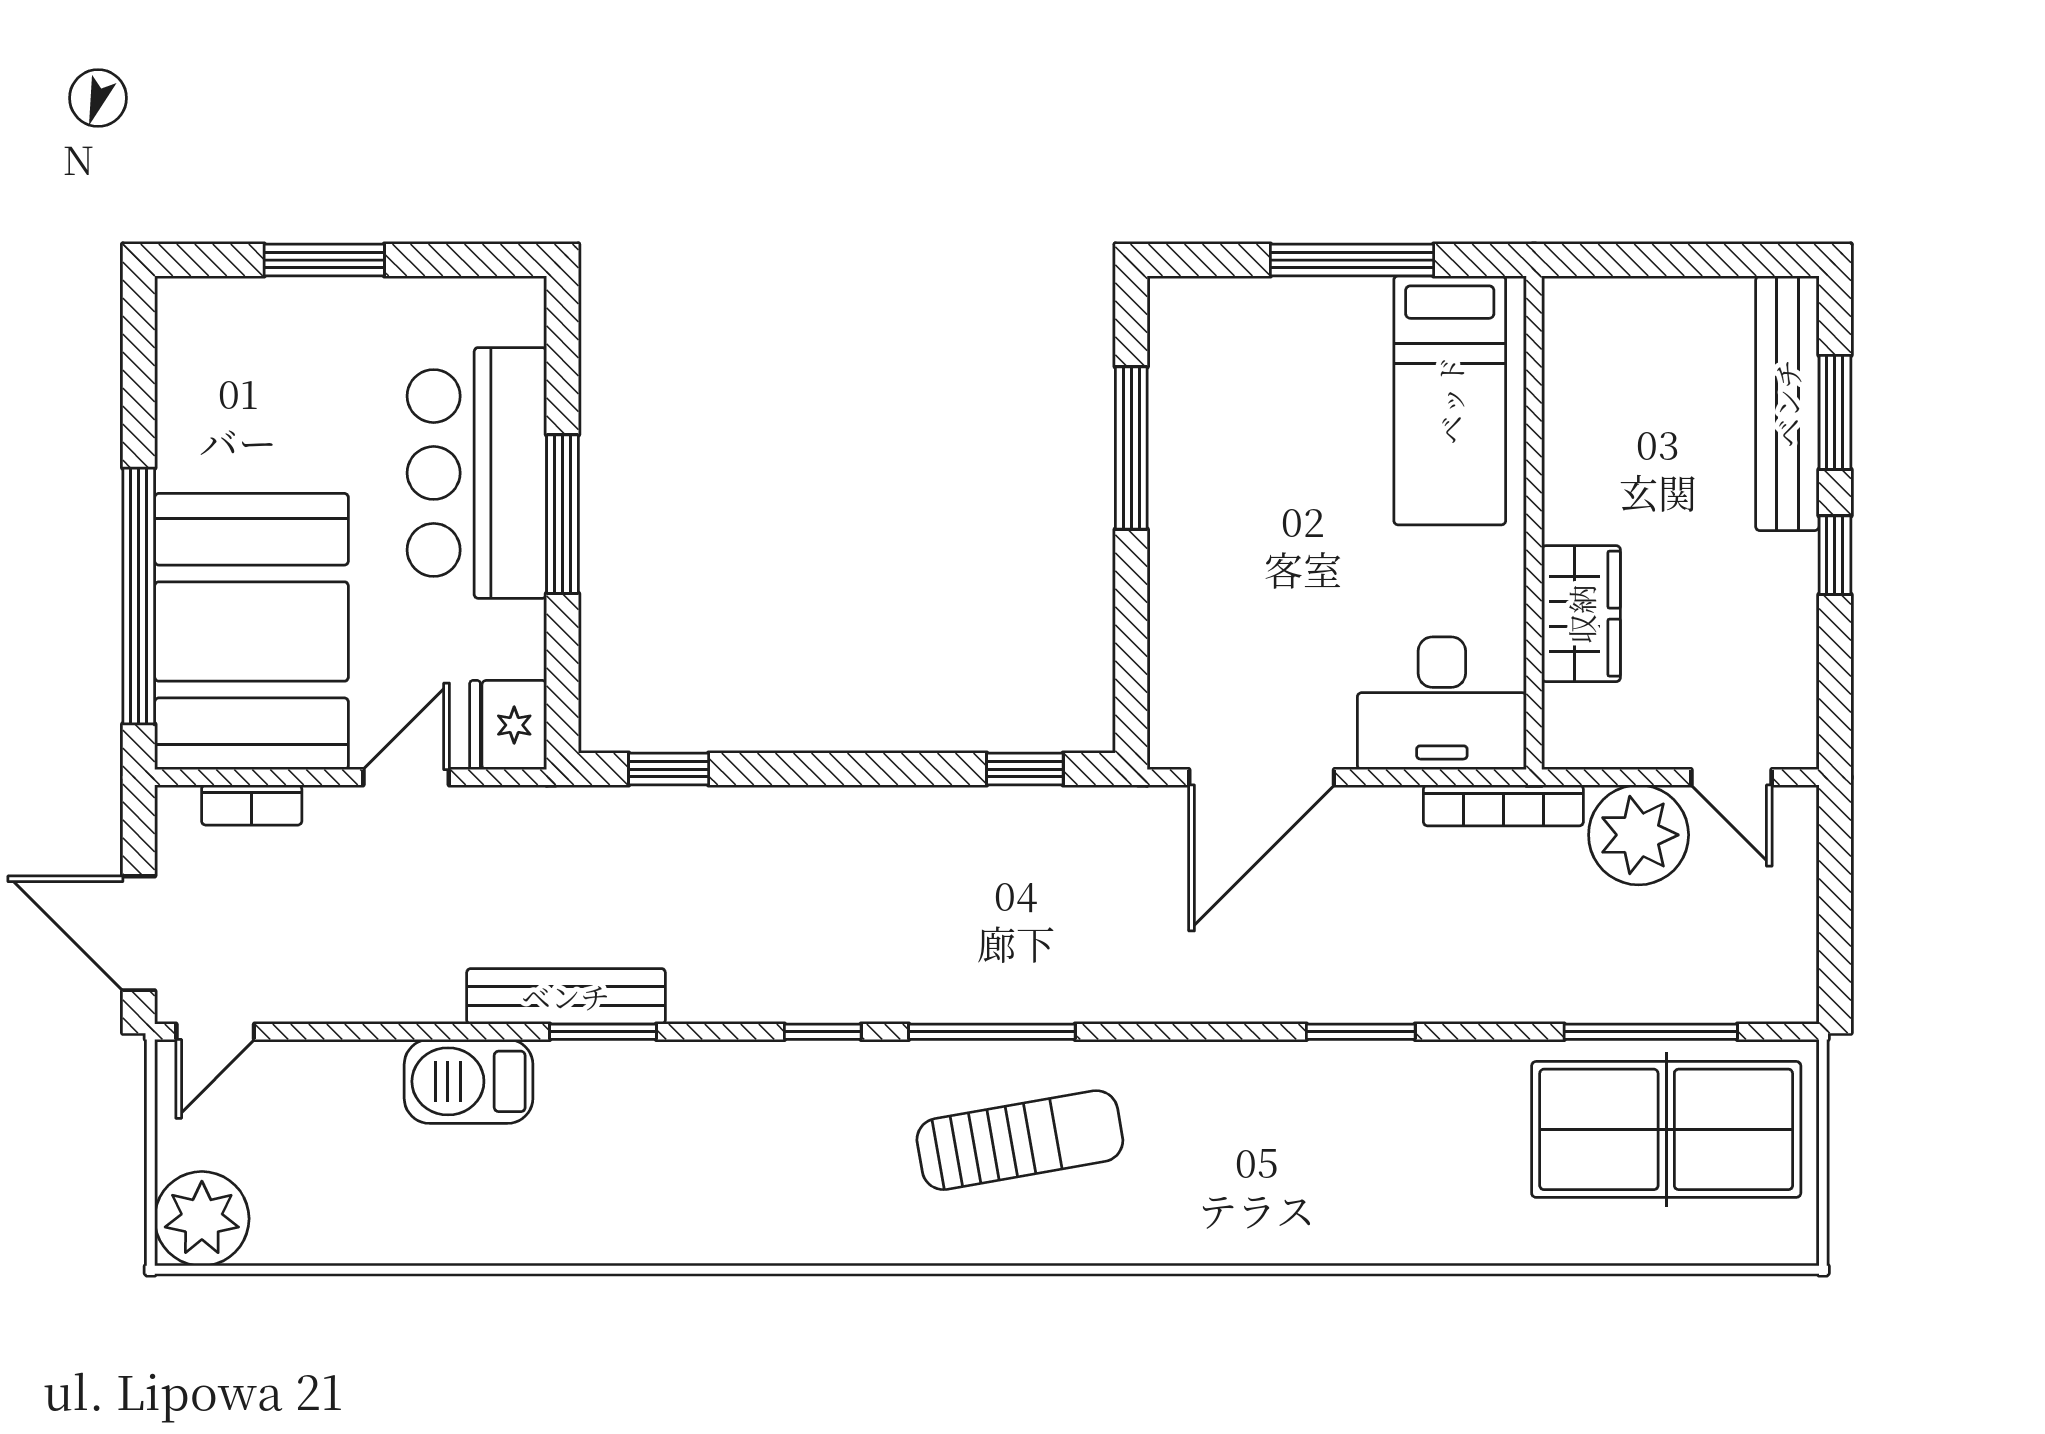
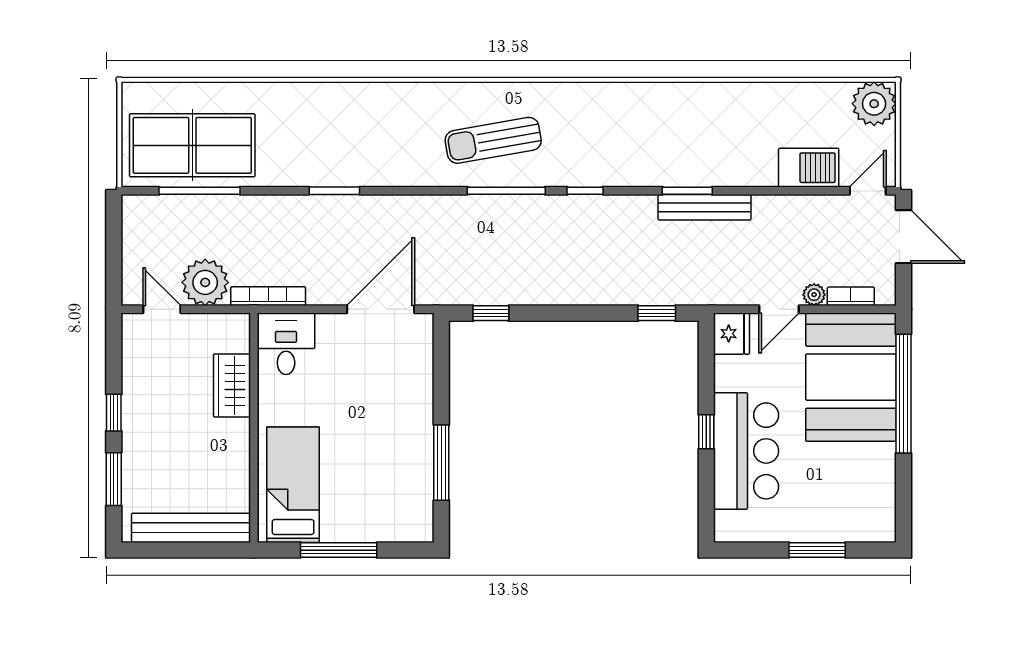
bench: (1787, 403) -> (191, 528), moved, turned 90
window: (562, 514) -> (706, 432), width x0.46
desk: (1442, 703) -> (286, 344), width x0.73
plant: (331, 809) -> (814, 295), added
barbecue: (469, 1081) -> (809, 168), moved

